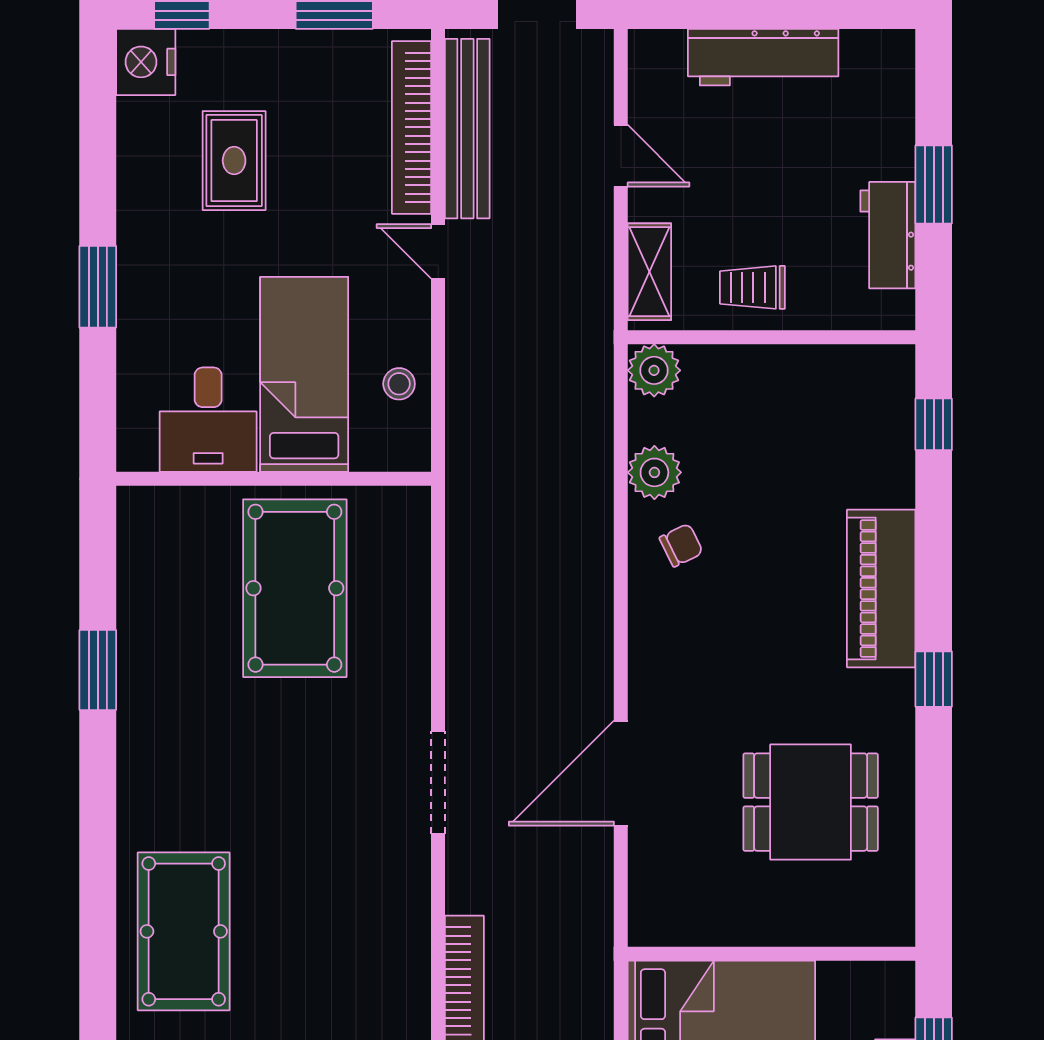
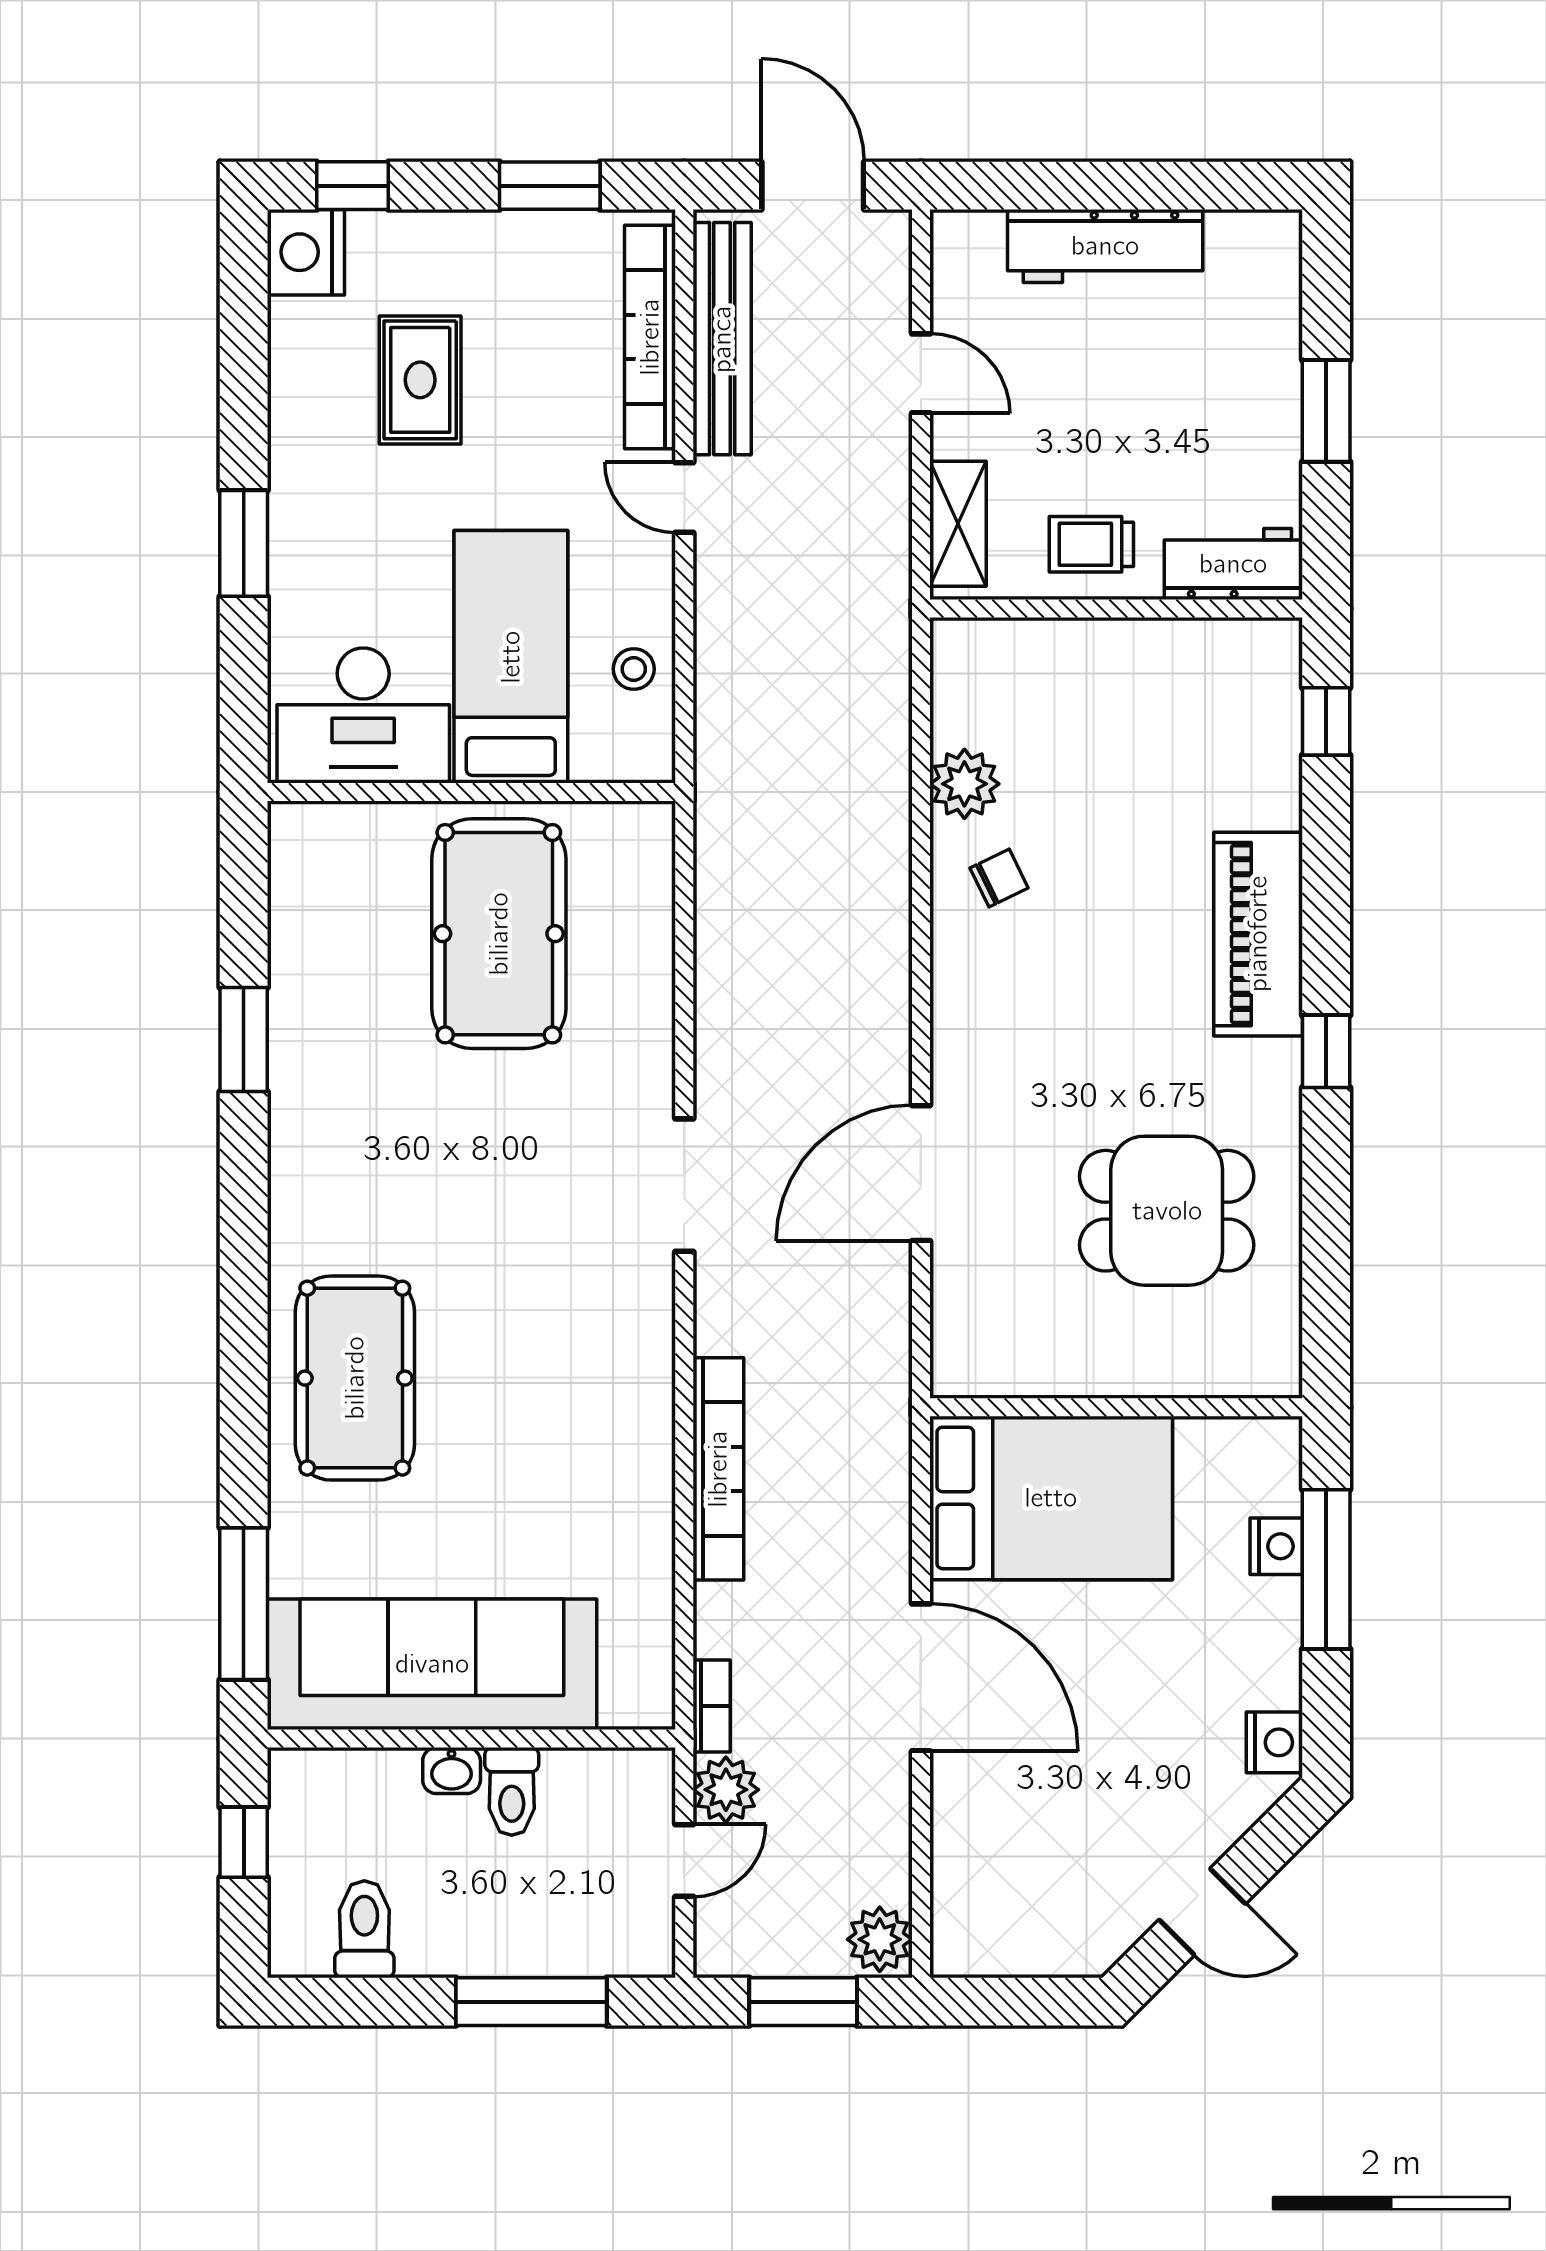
workbench: (888, 235) -> (1233, 564), moved, turned 90
plant: (654, 370) -> (964, 652), removed
desk: (208, 420) -> (363, 715), width x1.37

